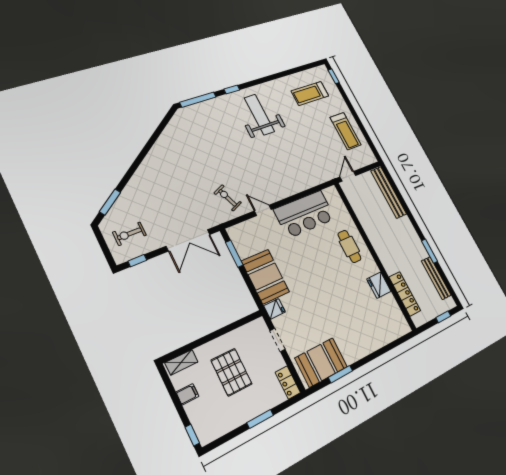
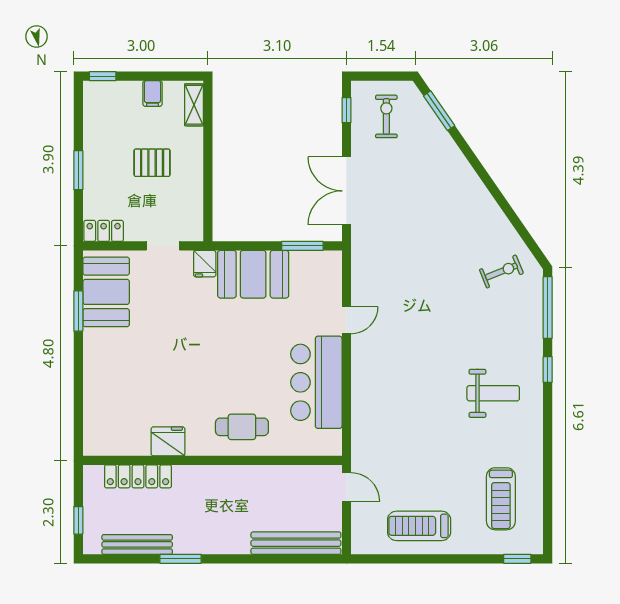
treadmill: (310, 94) -> (501, 499), turned 180
weight bench: (259, 115) -> (493, 393), width x0.73, depth x0.75
exercise bike: (228, 198) -> (501, 271), moved
pallet: (232, 372) -> (152, 163), width x0.67, depth x0.71

